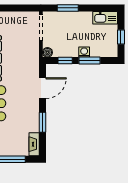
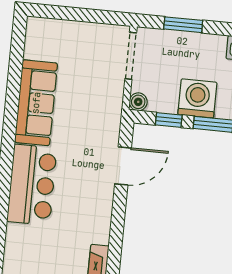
washing machine: (84, 52) -> (197, 98), width x1.89, depth x1.89
window: (43, 122) -> (117, 228), removed

